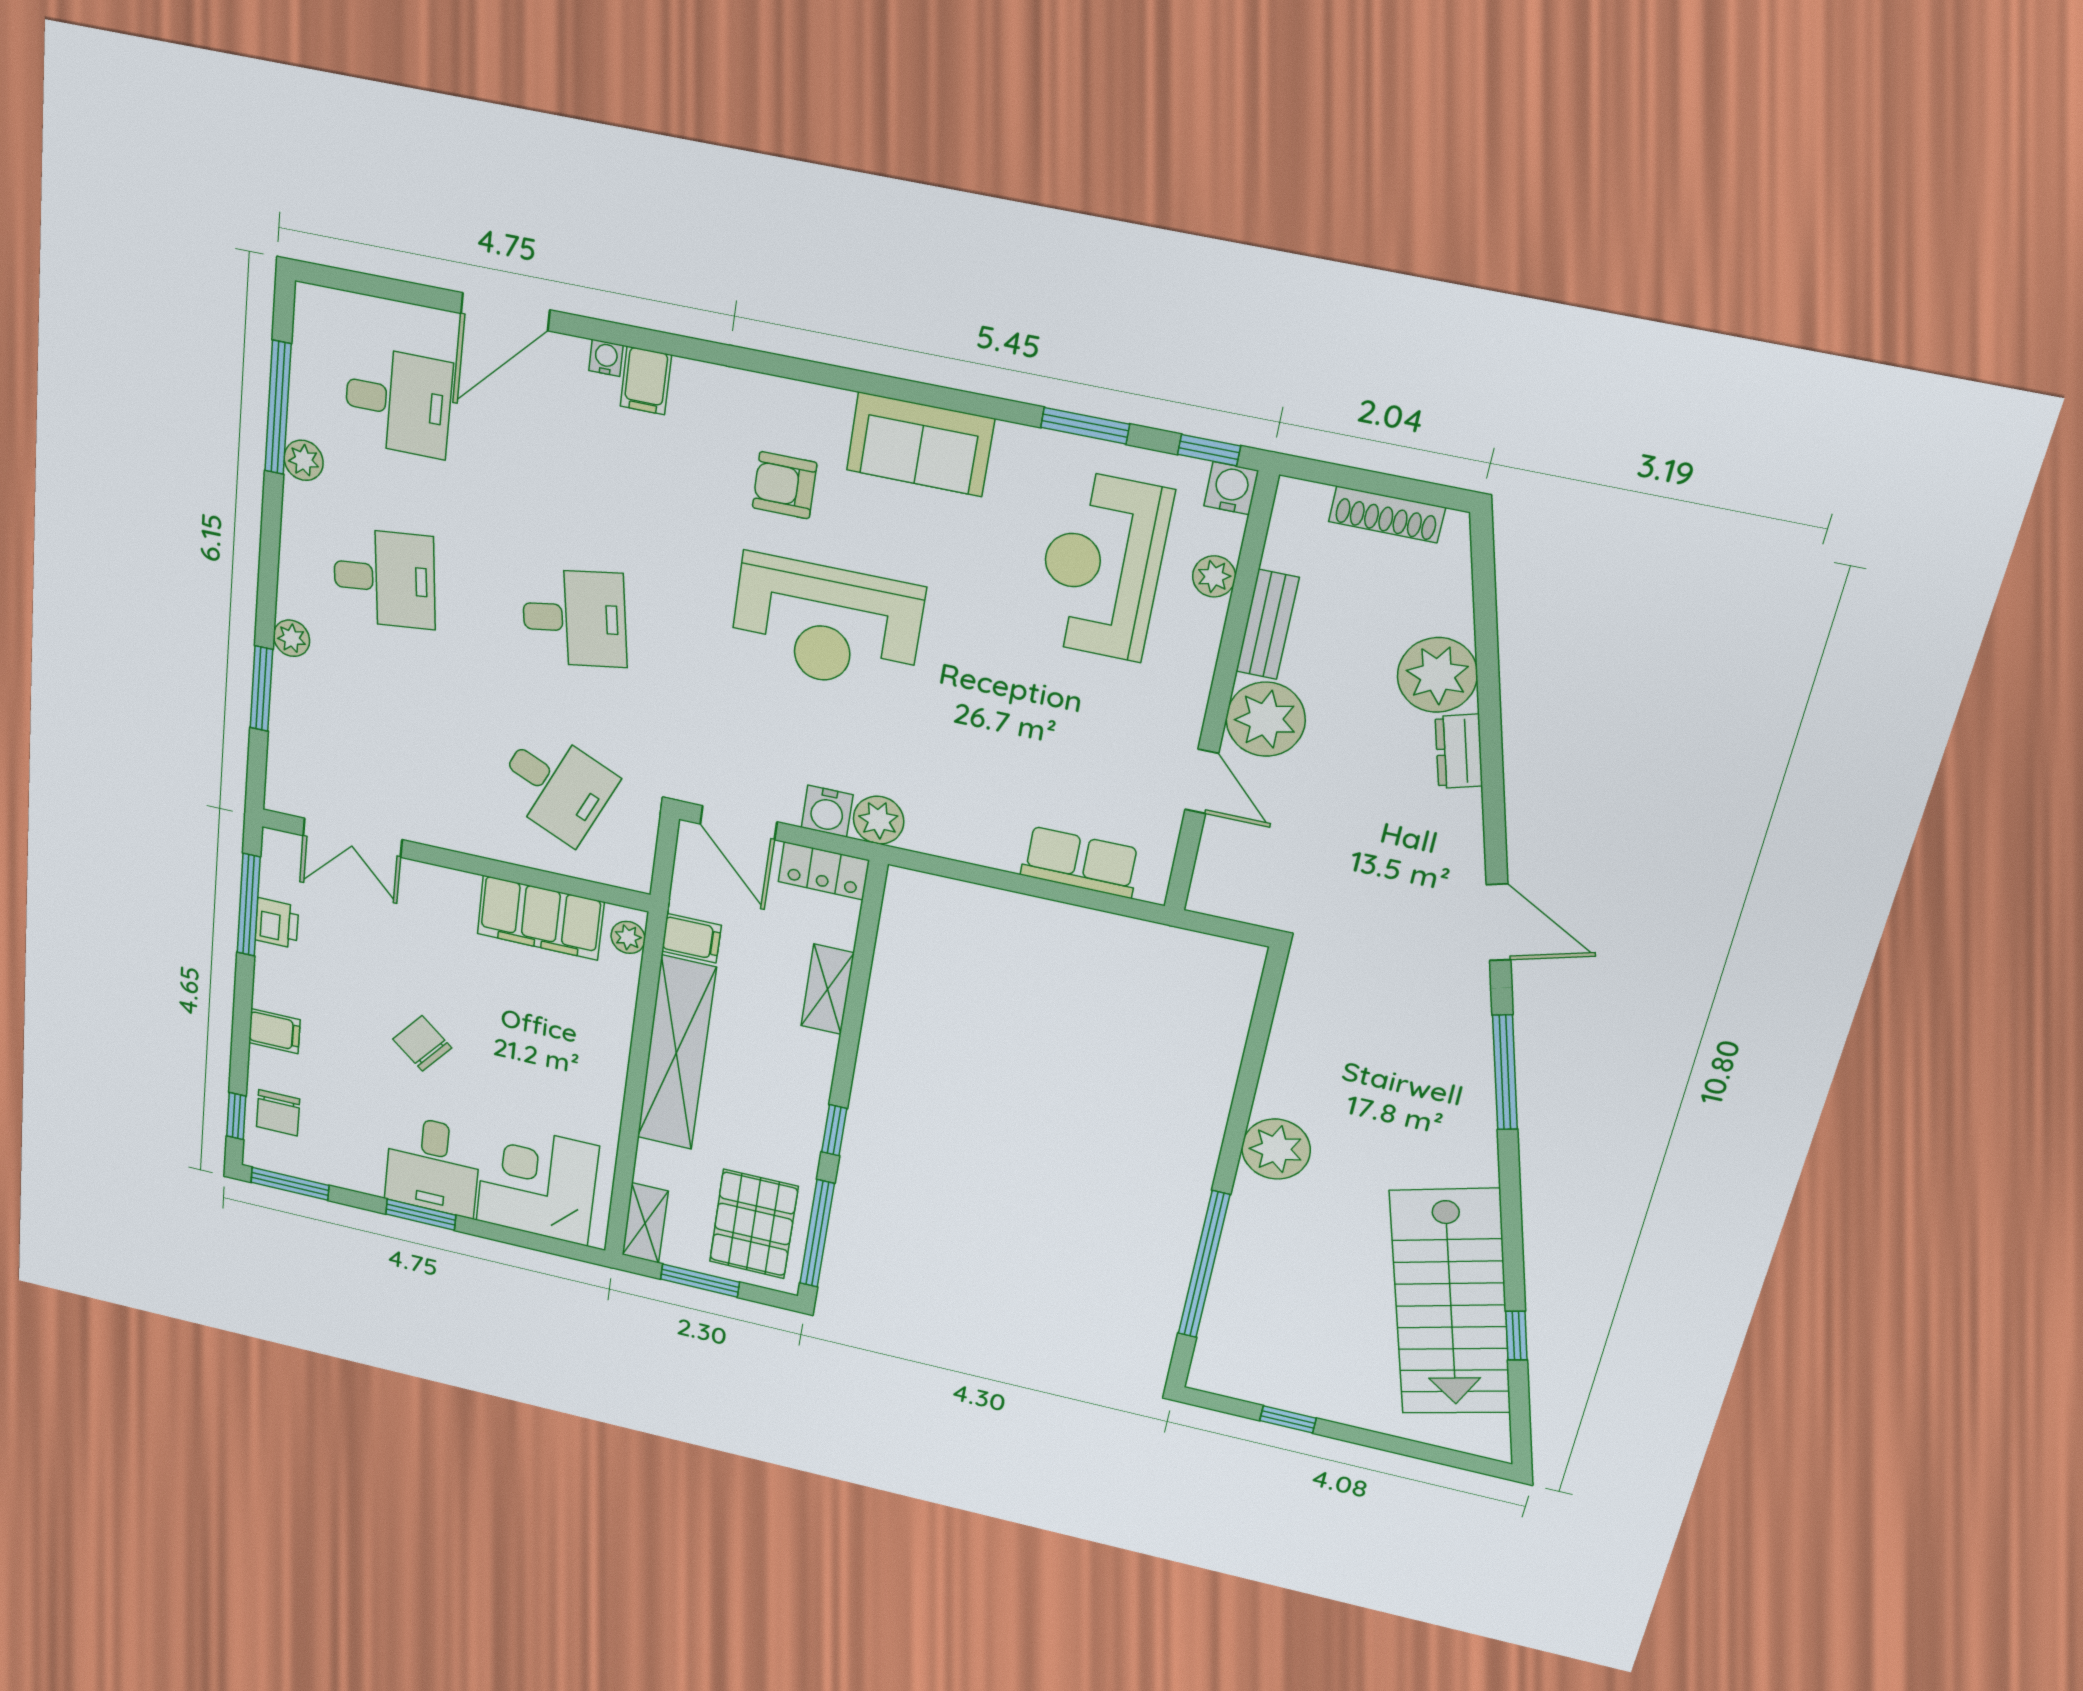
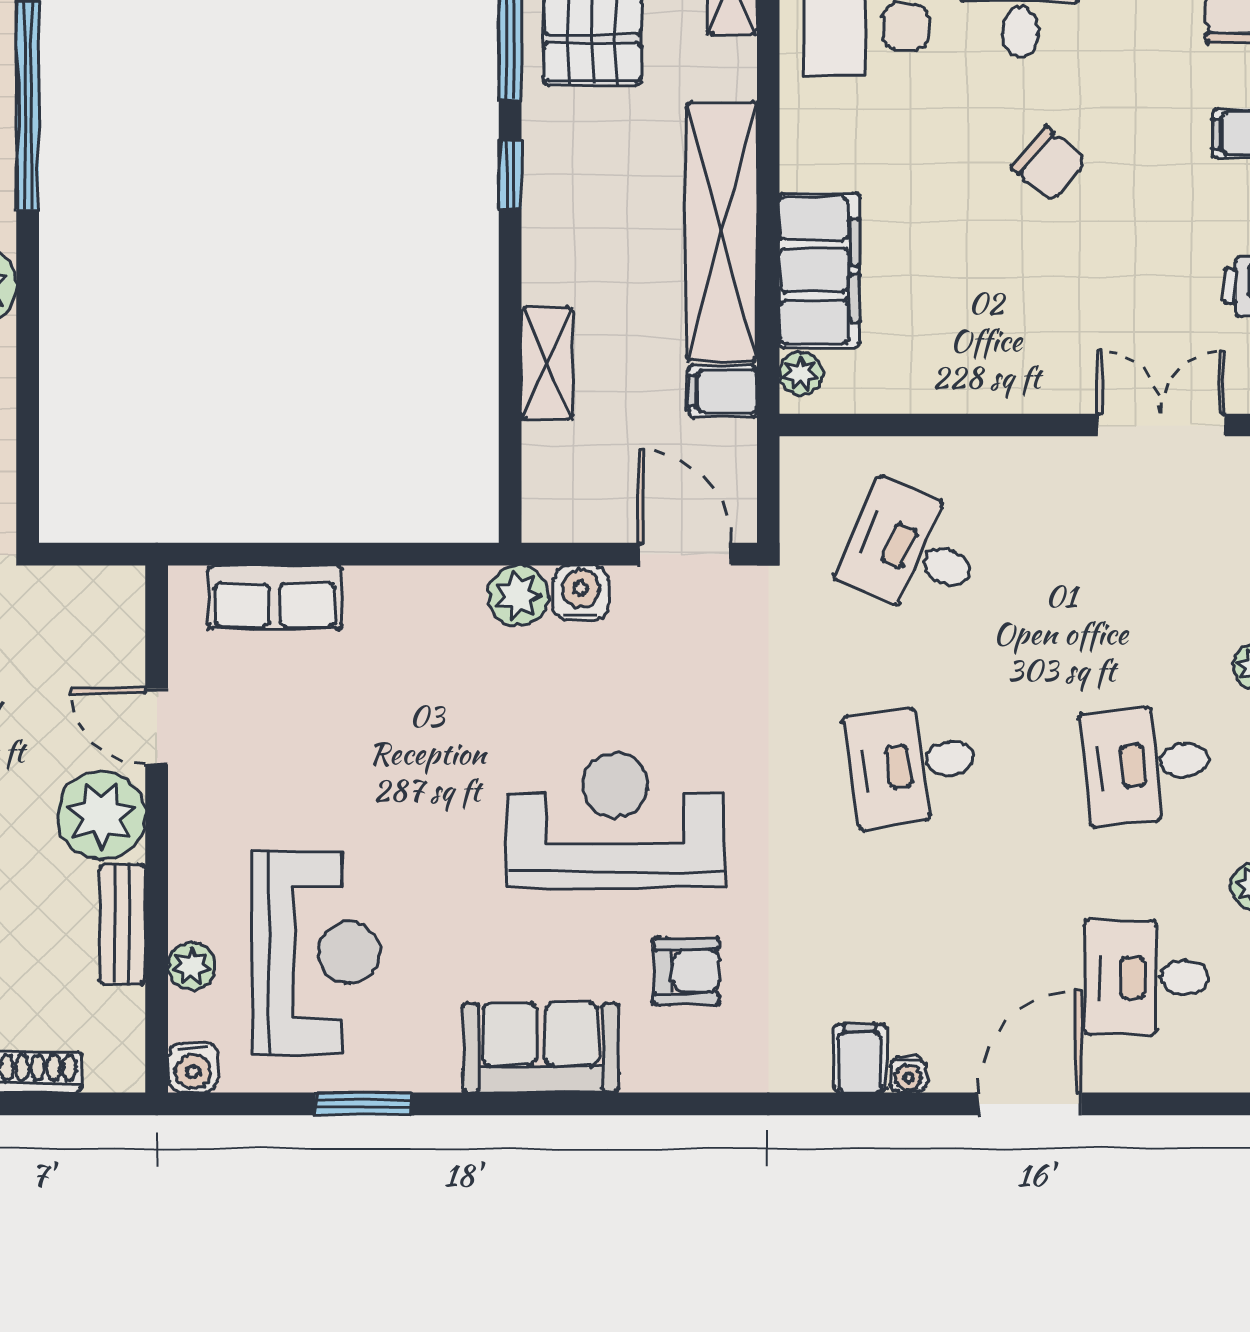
window: (1209, 450) -> (225, 1104), removed
locker: (824, 871) -> (574, 516), removed
filing cabinet: (540, 918) -> (820, 270), moved, turned 90

